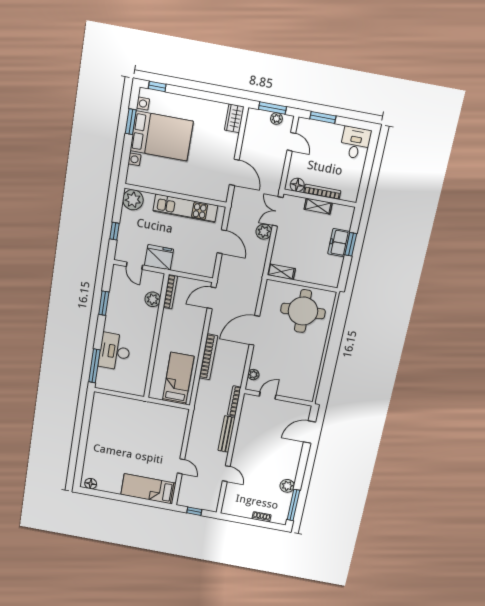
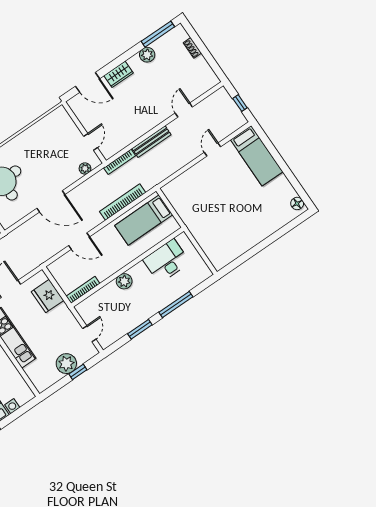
plant: (133, 200) -> (66, 364), moved
fridge: (159, 257) -> (48, 296), moved
door: (212, 298) -> (79, 241), moved
plant: (153, 299) -> (124, 281), moved
desk: (115, 352) -> (166, 261), moved, turned 180
bookcase: (208, 357) -> (123, 202), moved
window: (94, 366) -> (176, 305), moved
door: (268, 396) -> (91, 142), swing flipped
wardrobe: (294, 456) -> (119, 74), added

